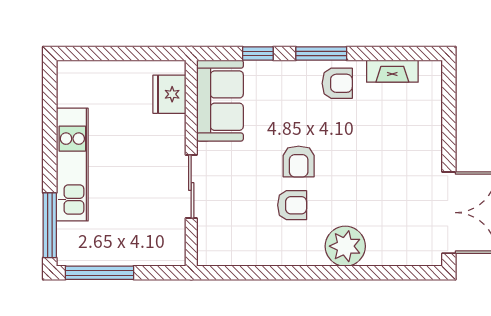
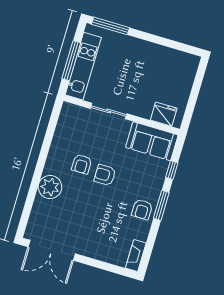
fireplace: (392, 71) -> (136, 256), moved
kitchen unit: (72, 165) -> (83, 66), moved, turned -90
window: (99, 273) -> (71, 61), moved

